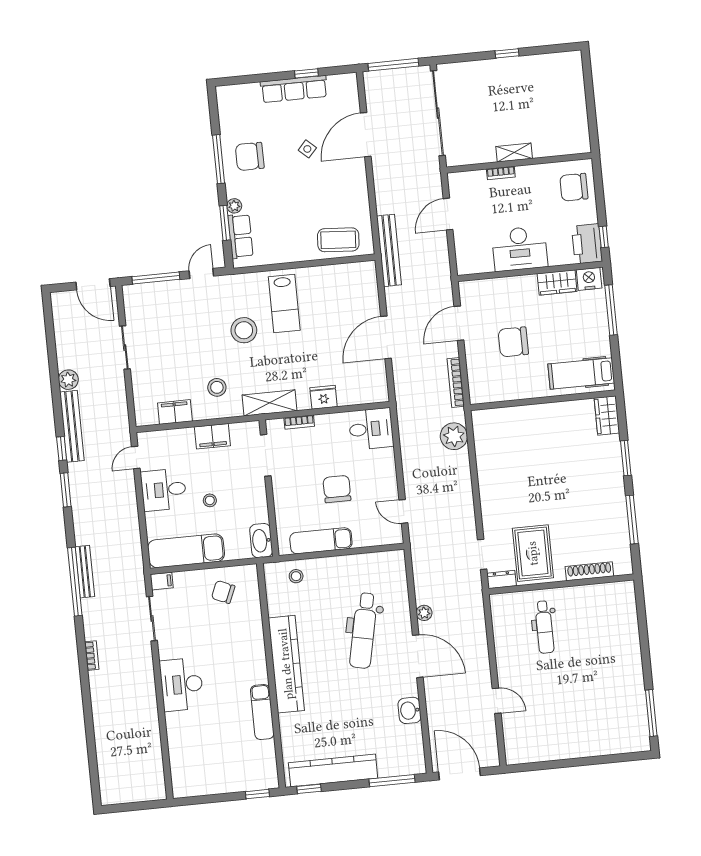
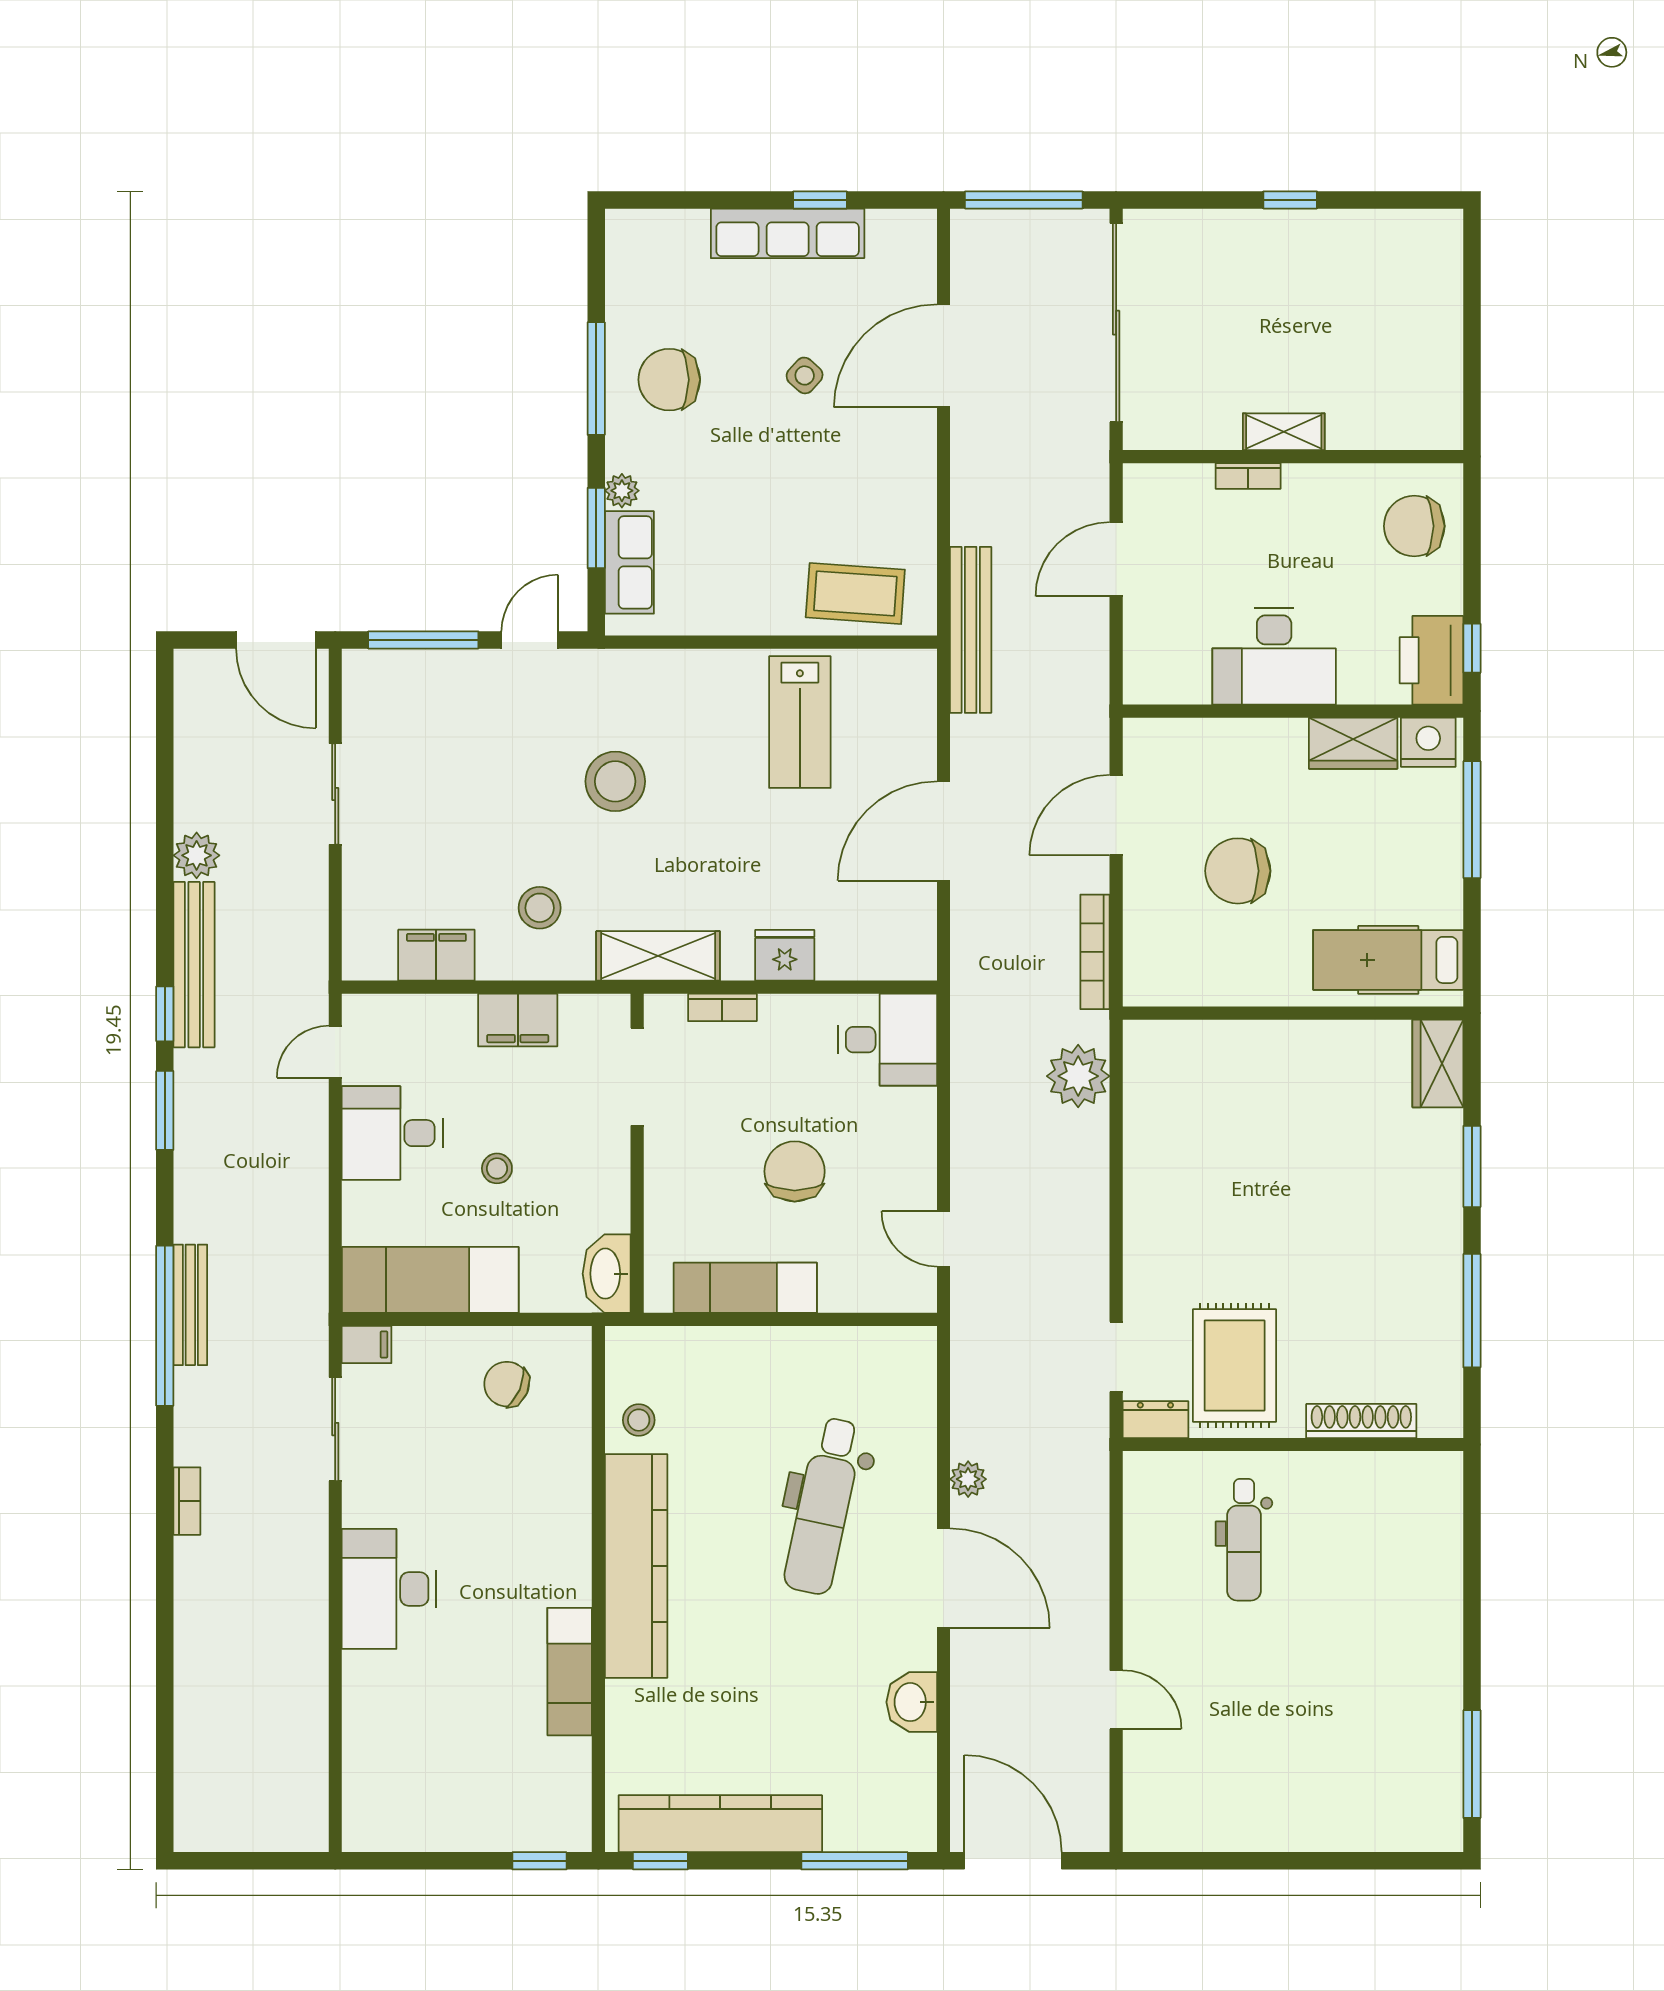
lab bench: (284, 304) -> (800, 722), moved
stool: (296, 576) -> (639, 1420), moved

